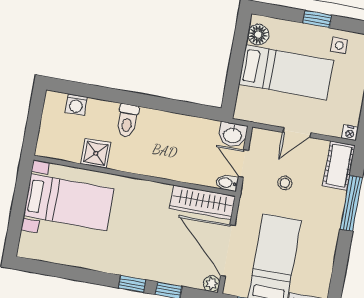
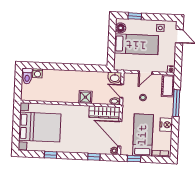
window: (317, 19) -> (135, 16), moved
toilet: (127, 121) -> (27, 76), moved
shower: (96, 153) -> (85, 97), moved
bed with nightstands: (69, 202) -> (40, 127), width x1.36
nightstand: (325, 245) -> (166, 125), added
window: (132, 284) -> (51, 155), moved

